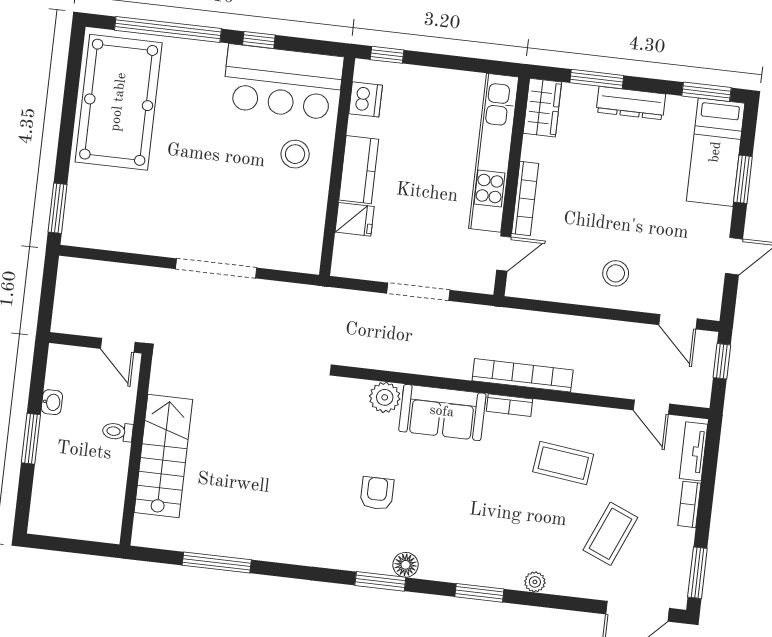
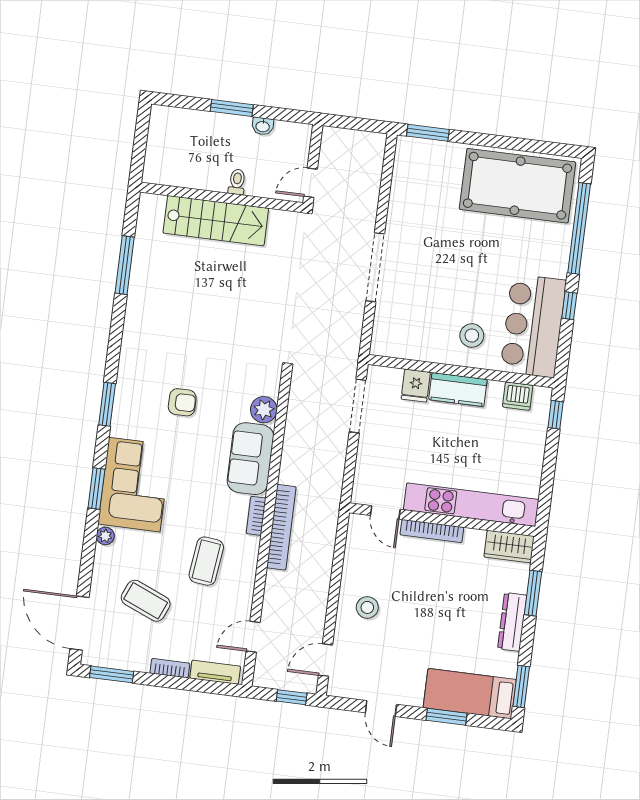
doorway: (418, 292) -> (358, 406), moved
corner sofa: (474, 548) -> (134, 485), added
floor lamp: (406, 565) -> (121, 426), removed

